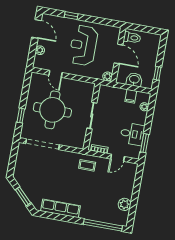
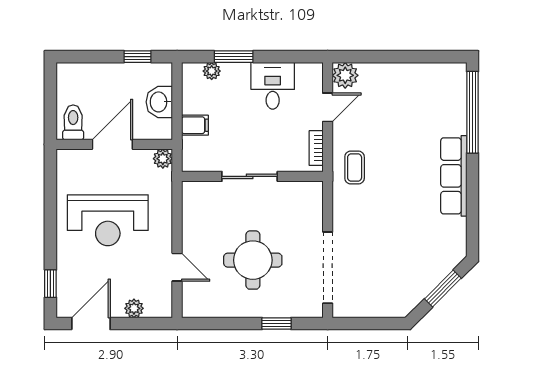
window: (71, 16) -> (50, 284), moved
door: (56, 74) -> (177, 267), hinge flipped
filing cabinet: (131, 96) -> (195, 125), moved
round table: (52, 110) -> (253, 260), width x0.73, depth x0.73
window: (145, 143) -> (234, 57), moved
door: (117, 158) -> (328, 107), hinge flipped
plant: (124, 204) -> (345, 75), moved
row of seats: (61, 208) -> (454, 176), moved

